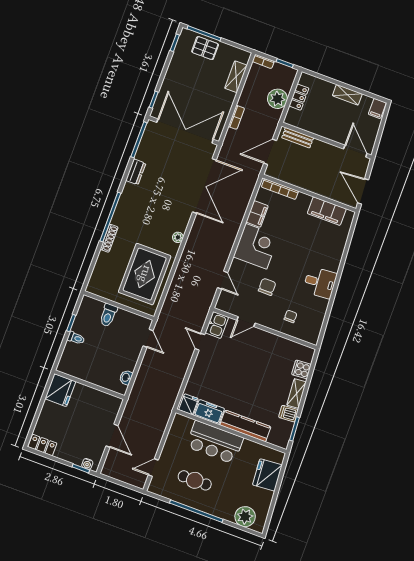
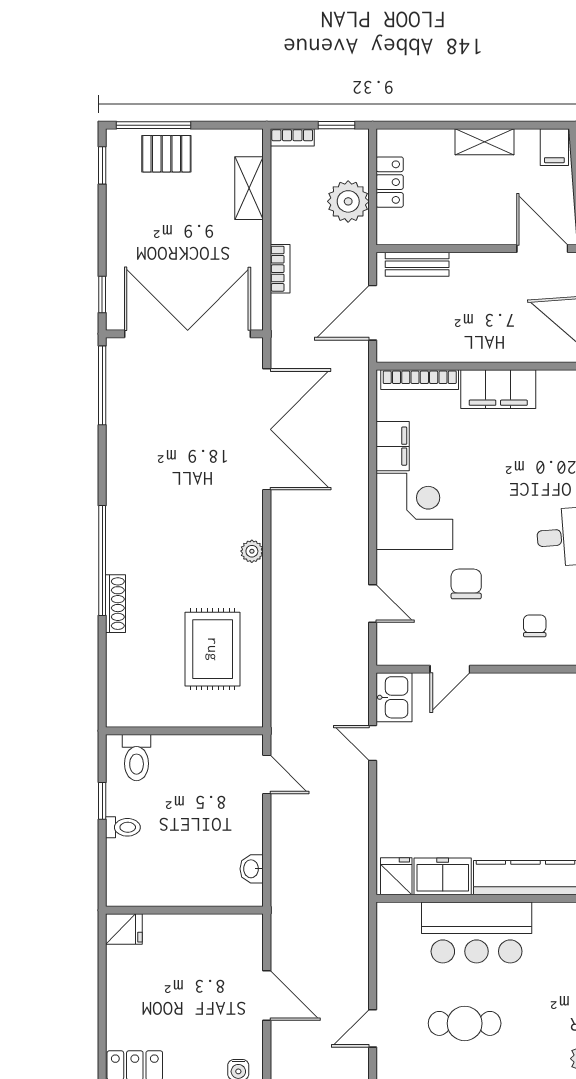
dresser: (136, 172) -> (120, 452), removed
filing cabinet: (327, 211) -> (498, 389), moved
rug: (145, 274) -> (213, 649), width x0.73, depth x0.69
toilet: (108, 315) -> (137, 758), moved
fridge: (60, 390) -> (124, 929), width x0.53, depth x0.75

